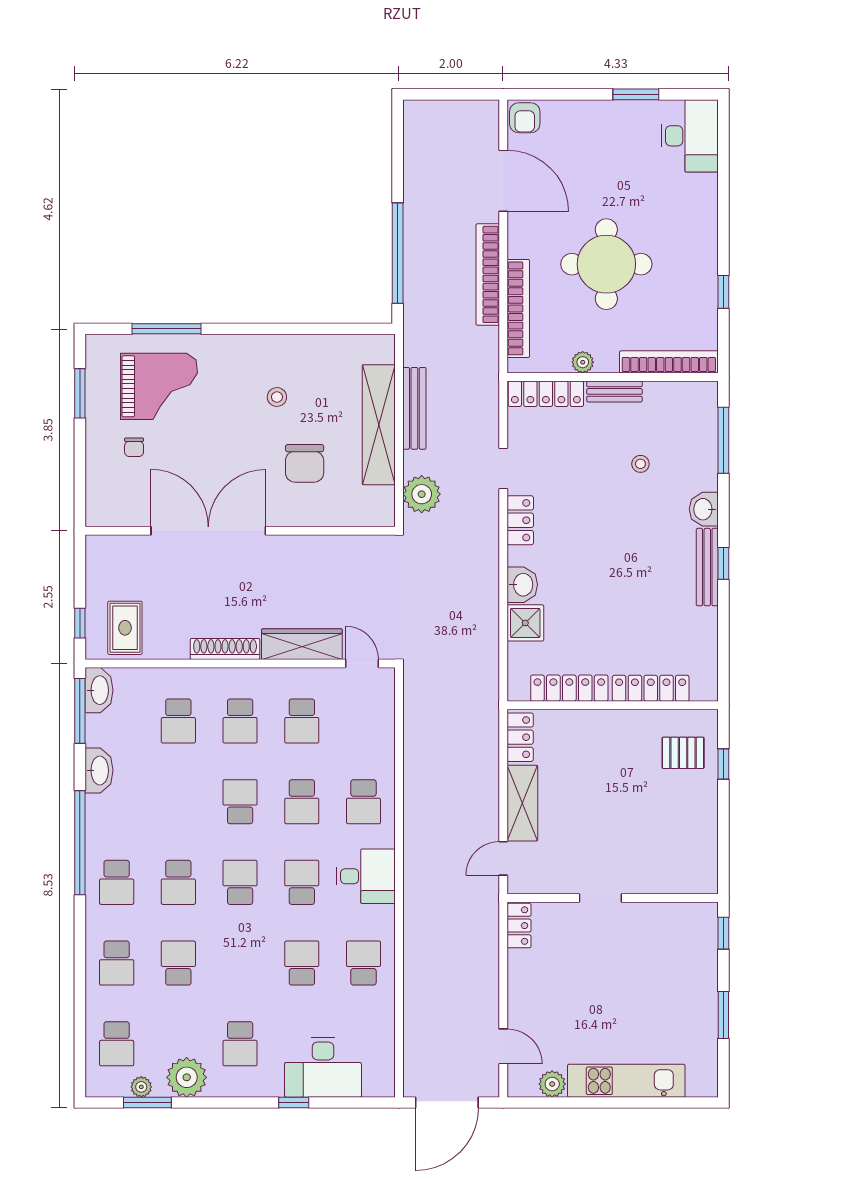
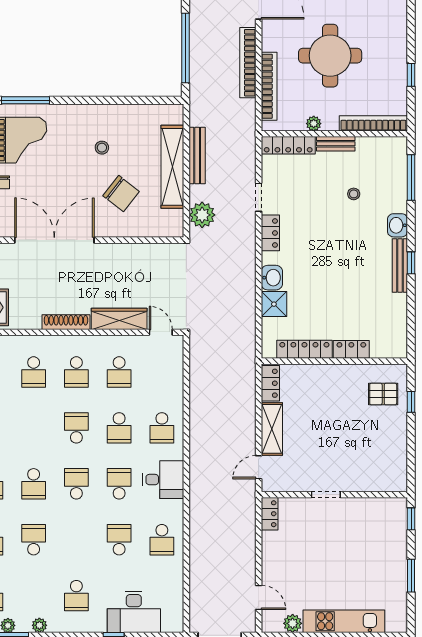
chair: (305, 463) -> (121, 194), turned -52
locker: (651, 688) -> (351, 349), width x0.66
school desk: (364, 963) -> (162, 540), turned 180
plant: (187, 1077) -> (39, 625), width x0.53, depth x0.53

